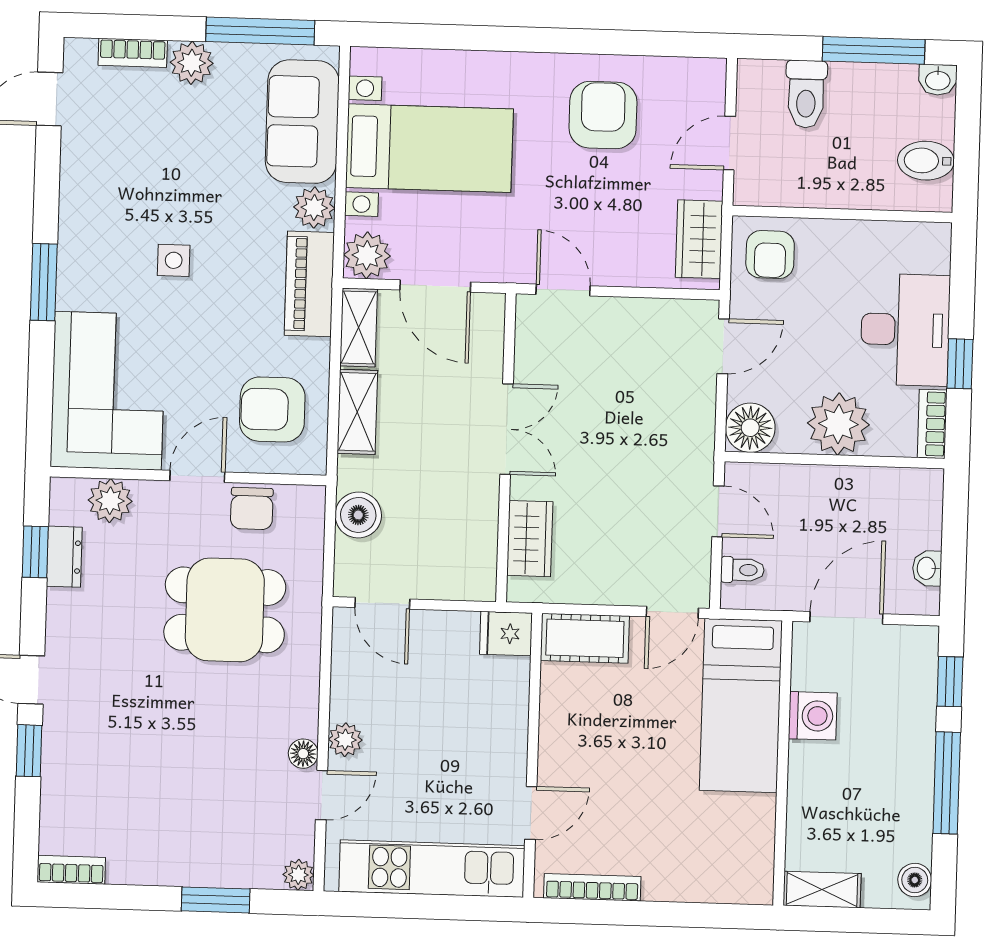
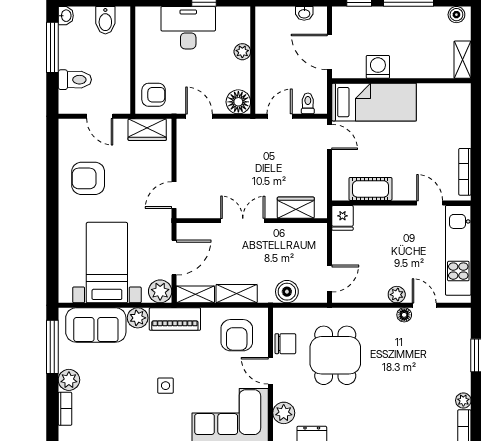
plant: (838, 424) -> (242, 52), width x0.53, depth x0.53
bookcase: (932, 424) -> (234, 13), removed
cot: (585, 638) -> (370, 189), moved, turned 90
plant: (298, 875) -> (463, 400), moved

